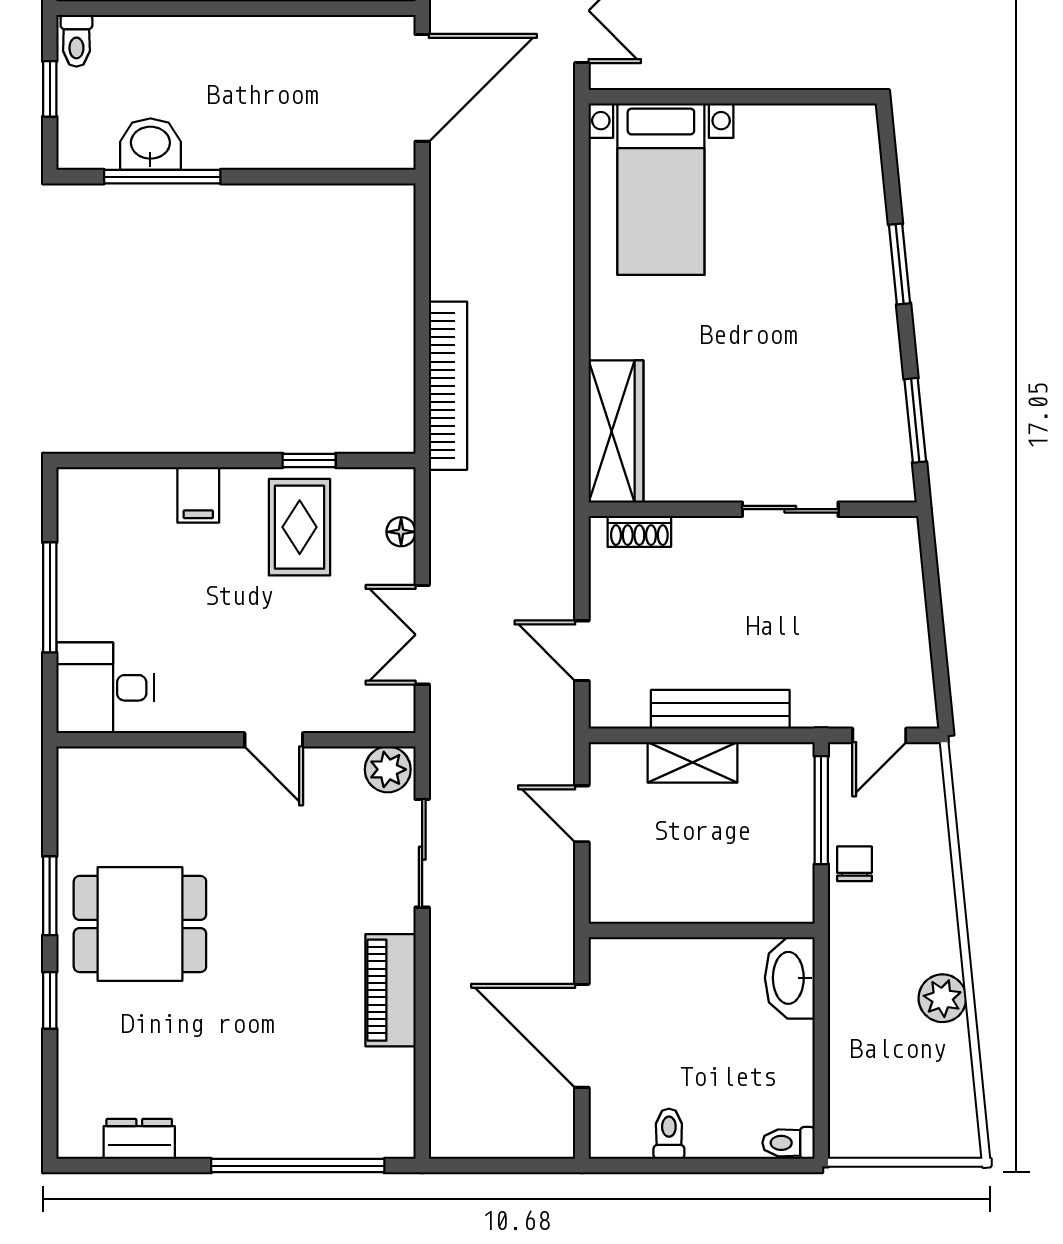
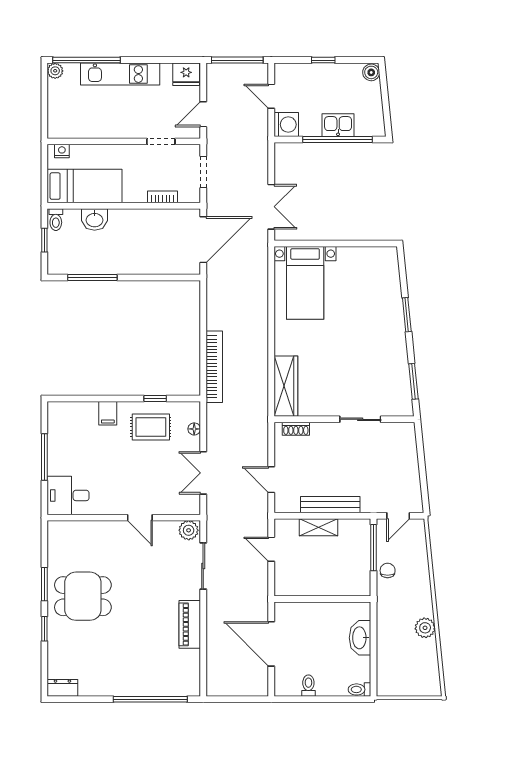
washbasin: (150, 144) -> (95, 219), moved, turned 180
rug: (300, 527) -> (151, 427), turned 90
washbasin: (790, 978) -> (360, 638), moved
dresser: (139, 1139) -> (62, 688), moved

